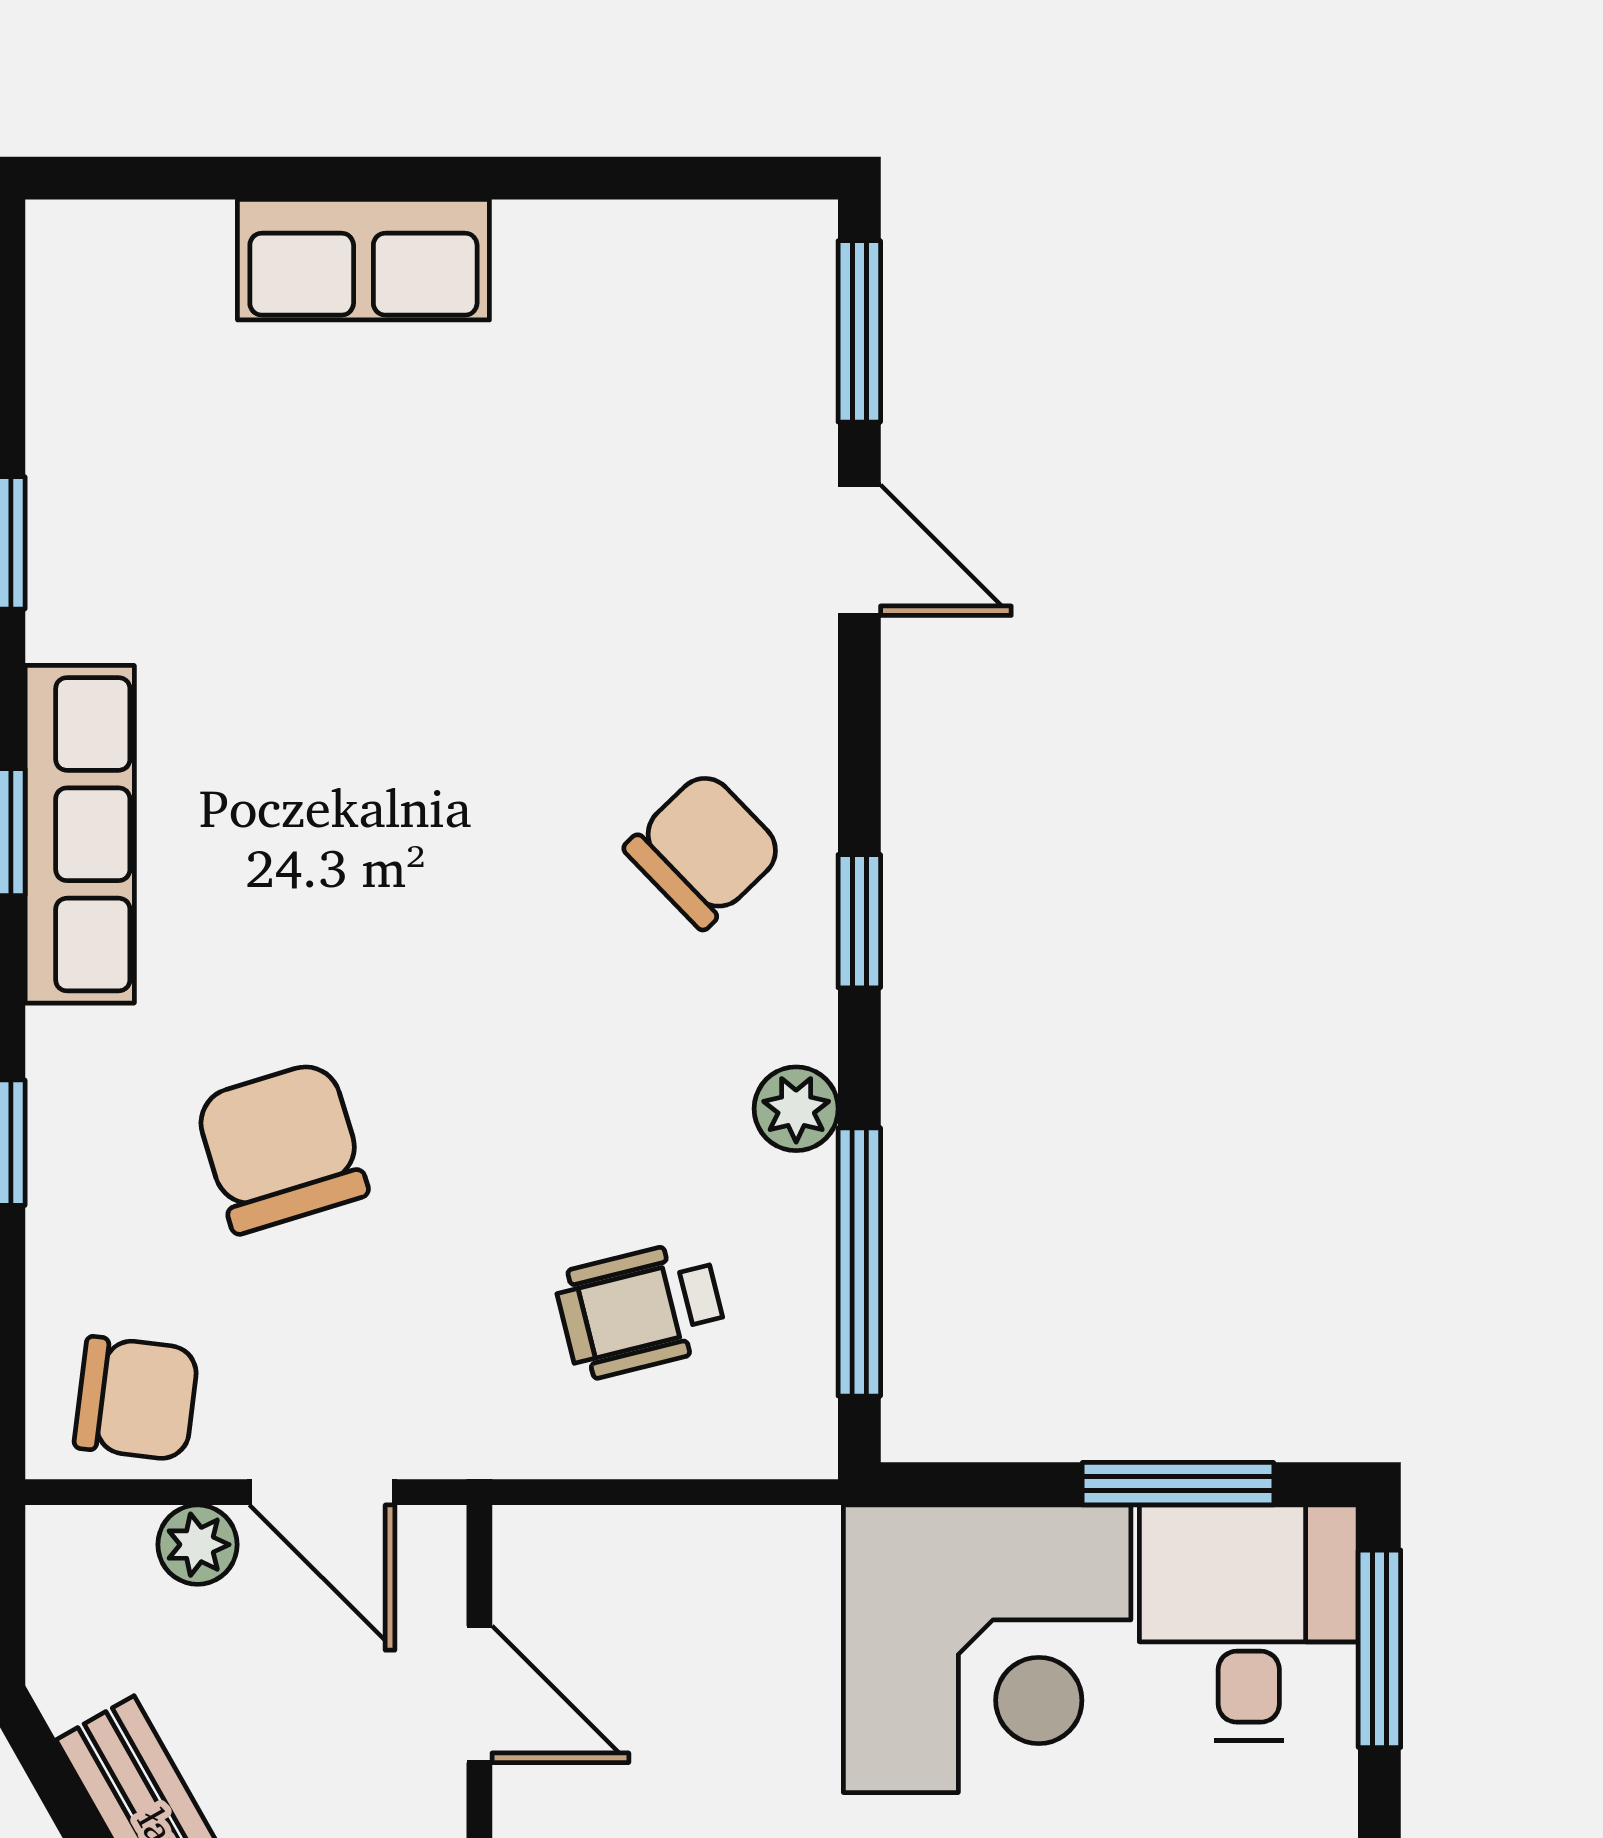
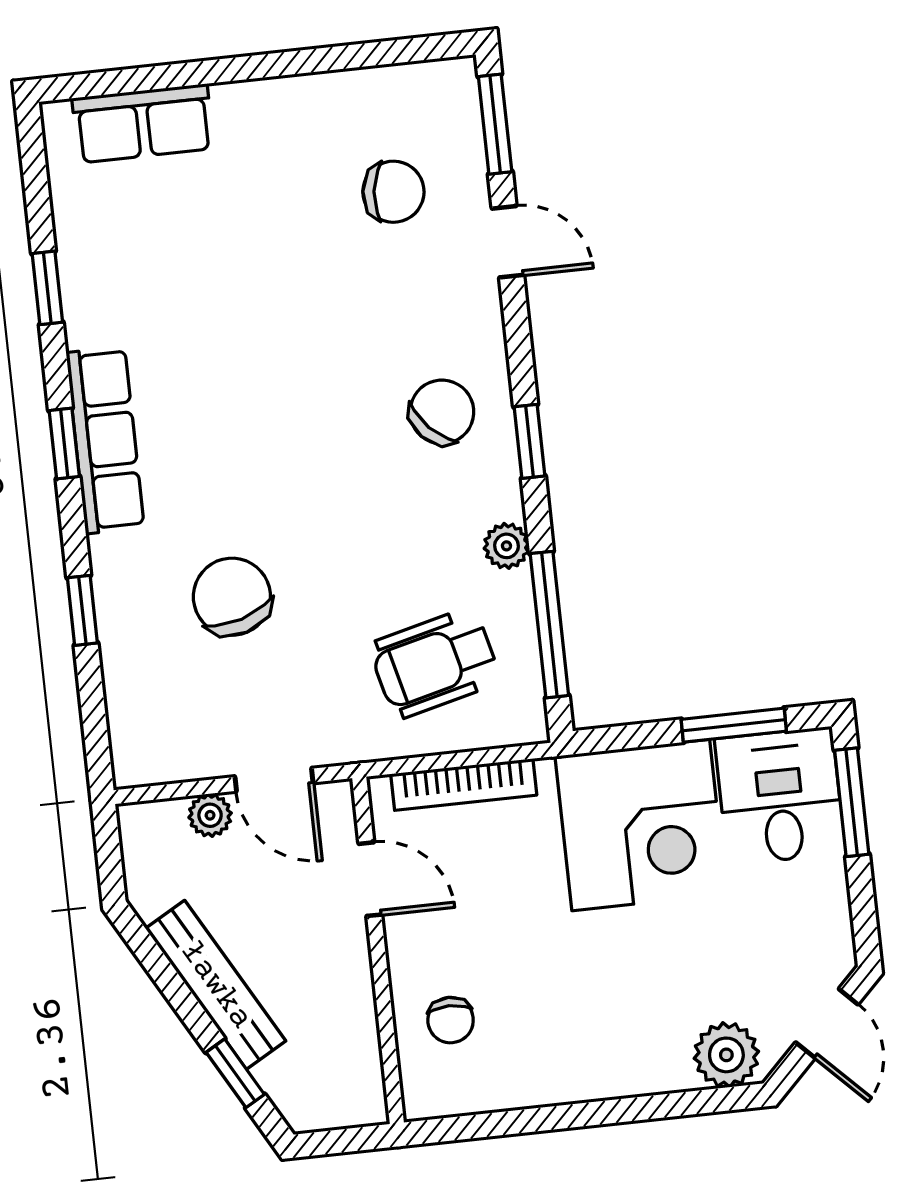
row of seats: (363, 260) -> (143, 123), moved
wheelchair: (641, 1310) -> (435, 663), width x1.36, depth x1.37
chair: (136, 1399) -> (393, 192), moved
bookcase: (670, 1539) -> (464, 785), added

